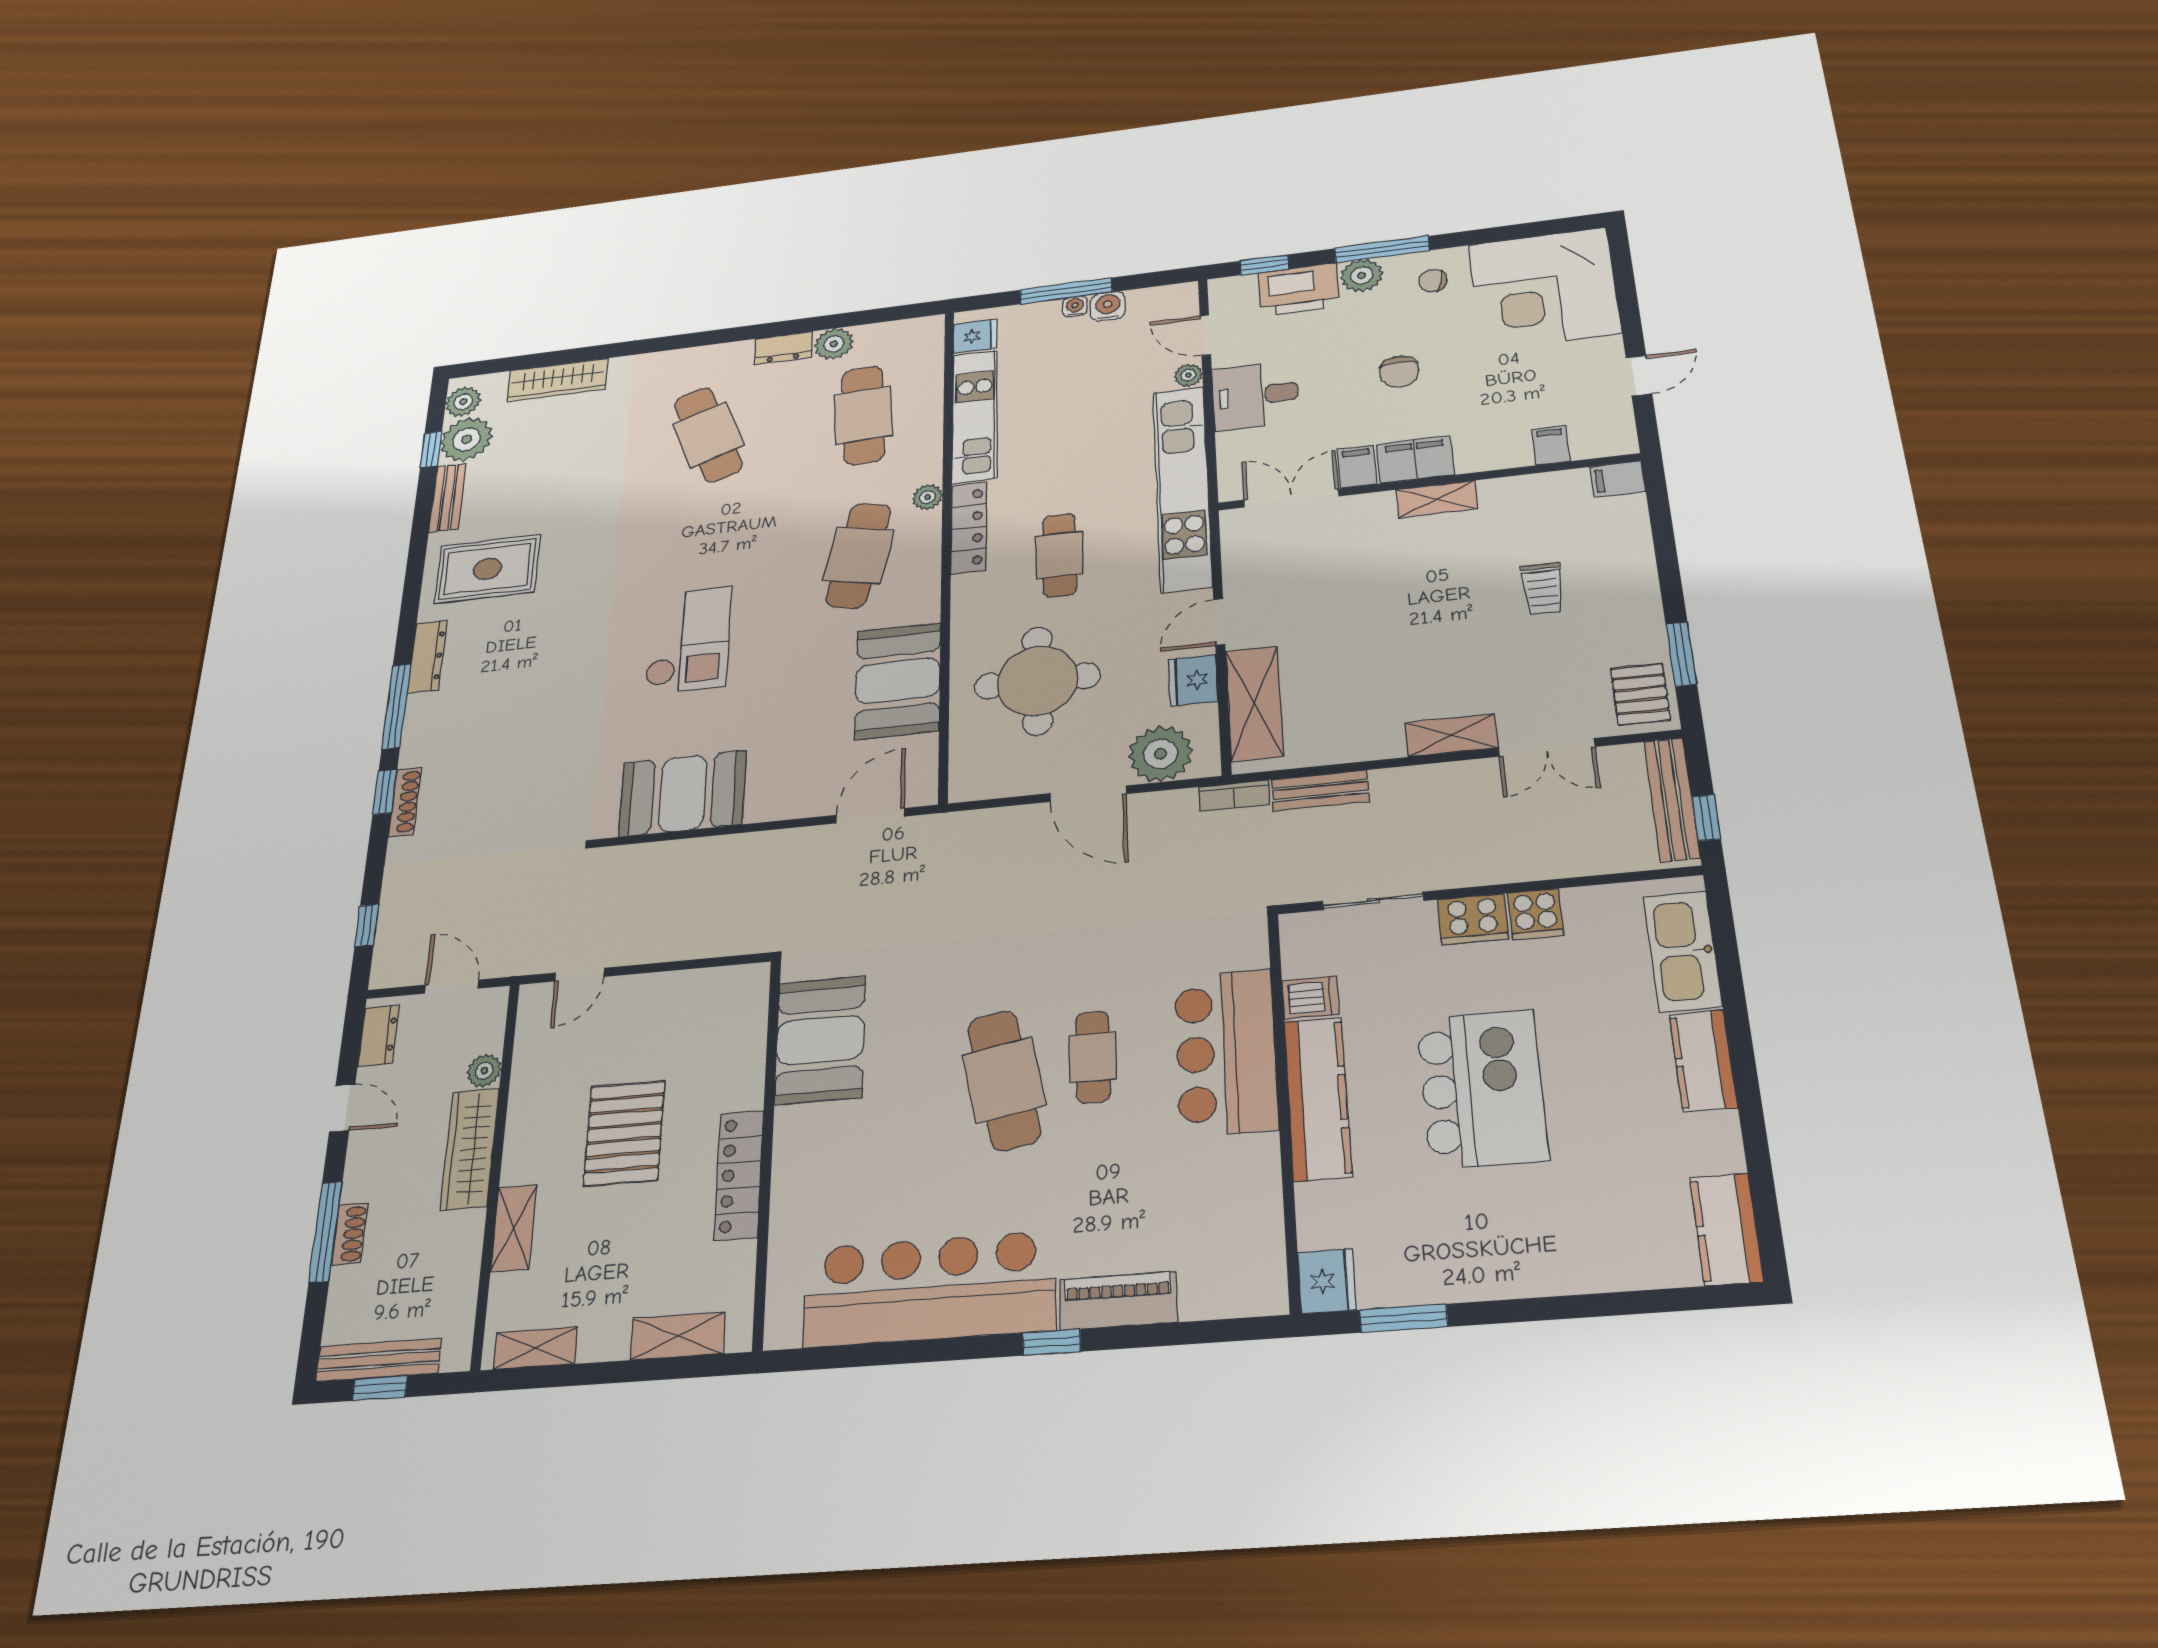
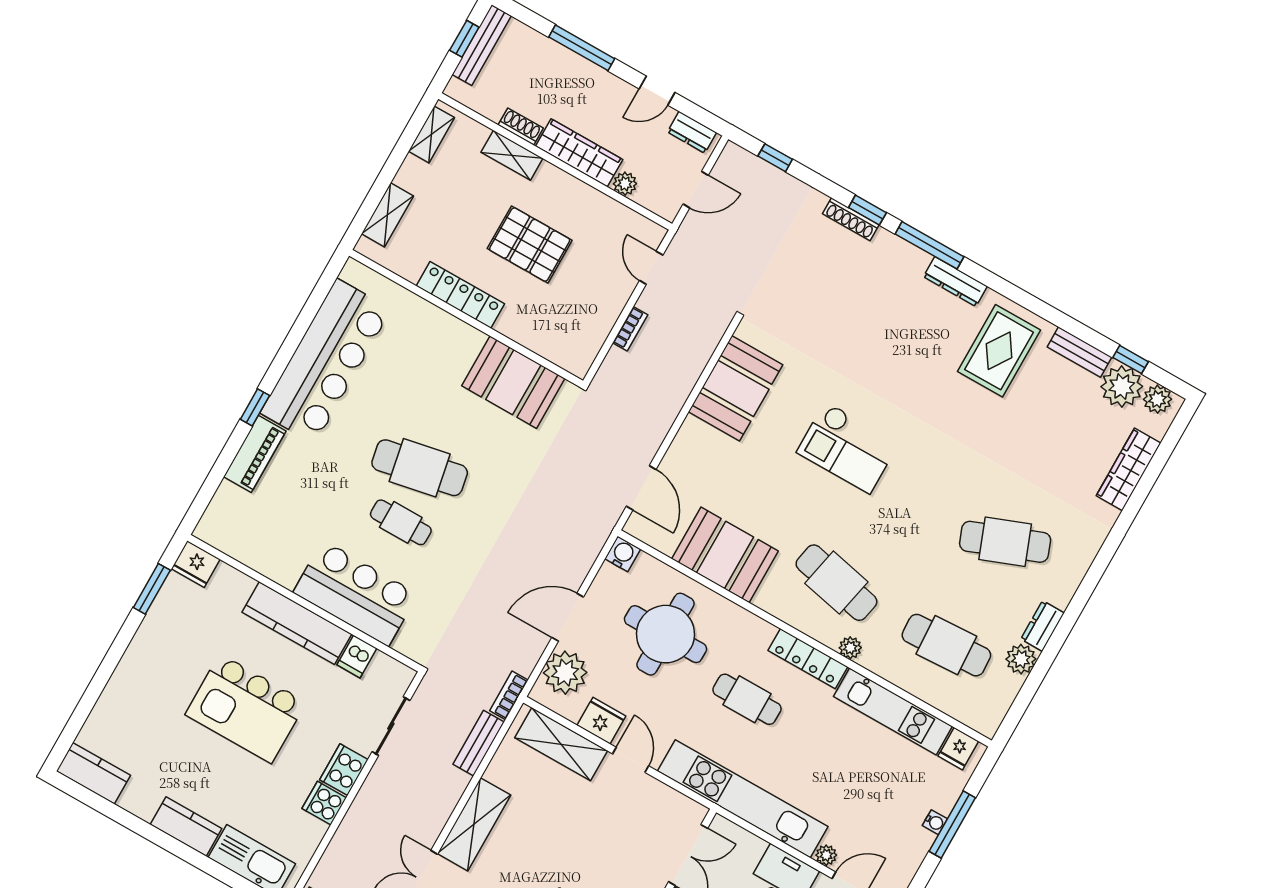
water cooler: (1108, 306) -> (623, 554), moved, turned -90
shelving: (1451, 735) -> (474, 824), width x1.50, depth x1.33
bookcase: (672, 950) -> (630, 329), added
shoe rack: (350, 1234) -> (521, 126), moved, turned 180

